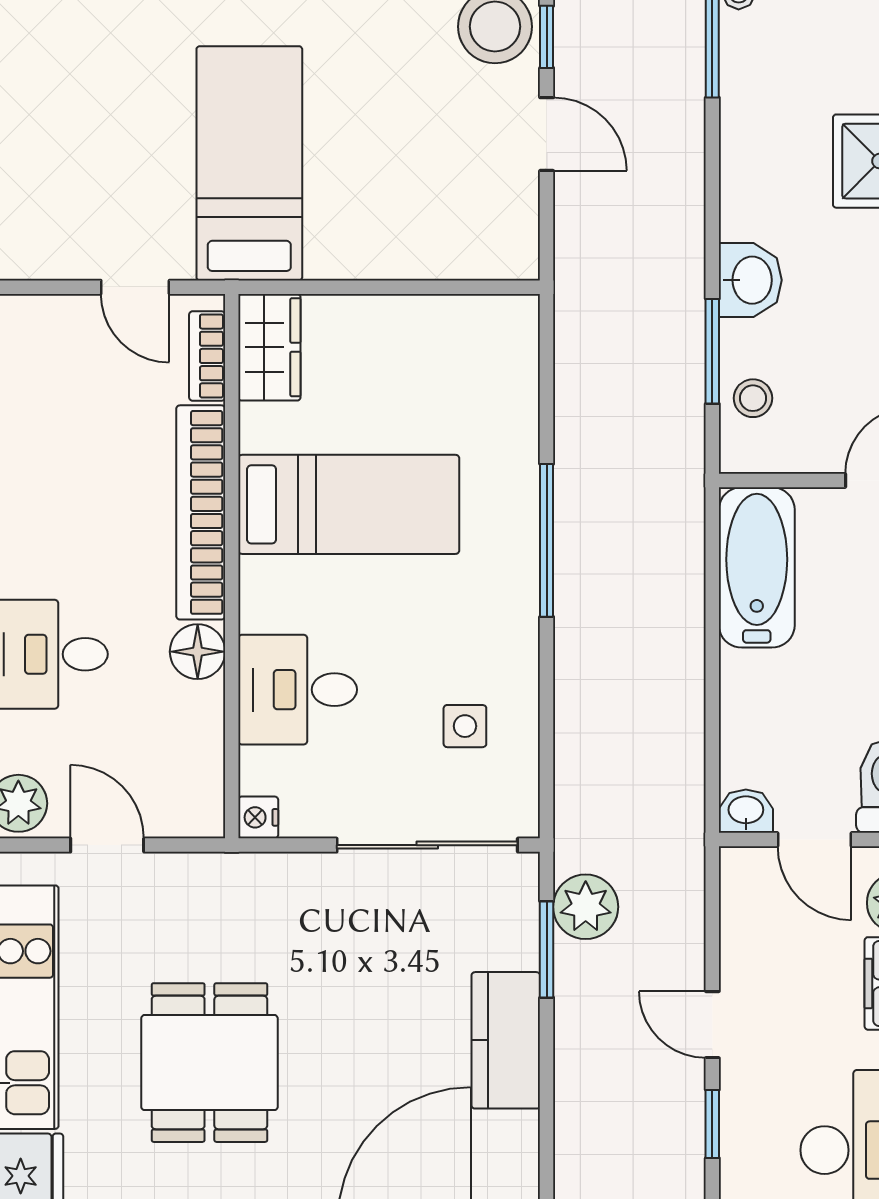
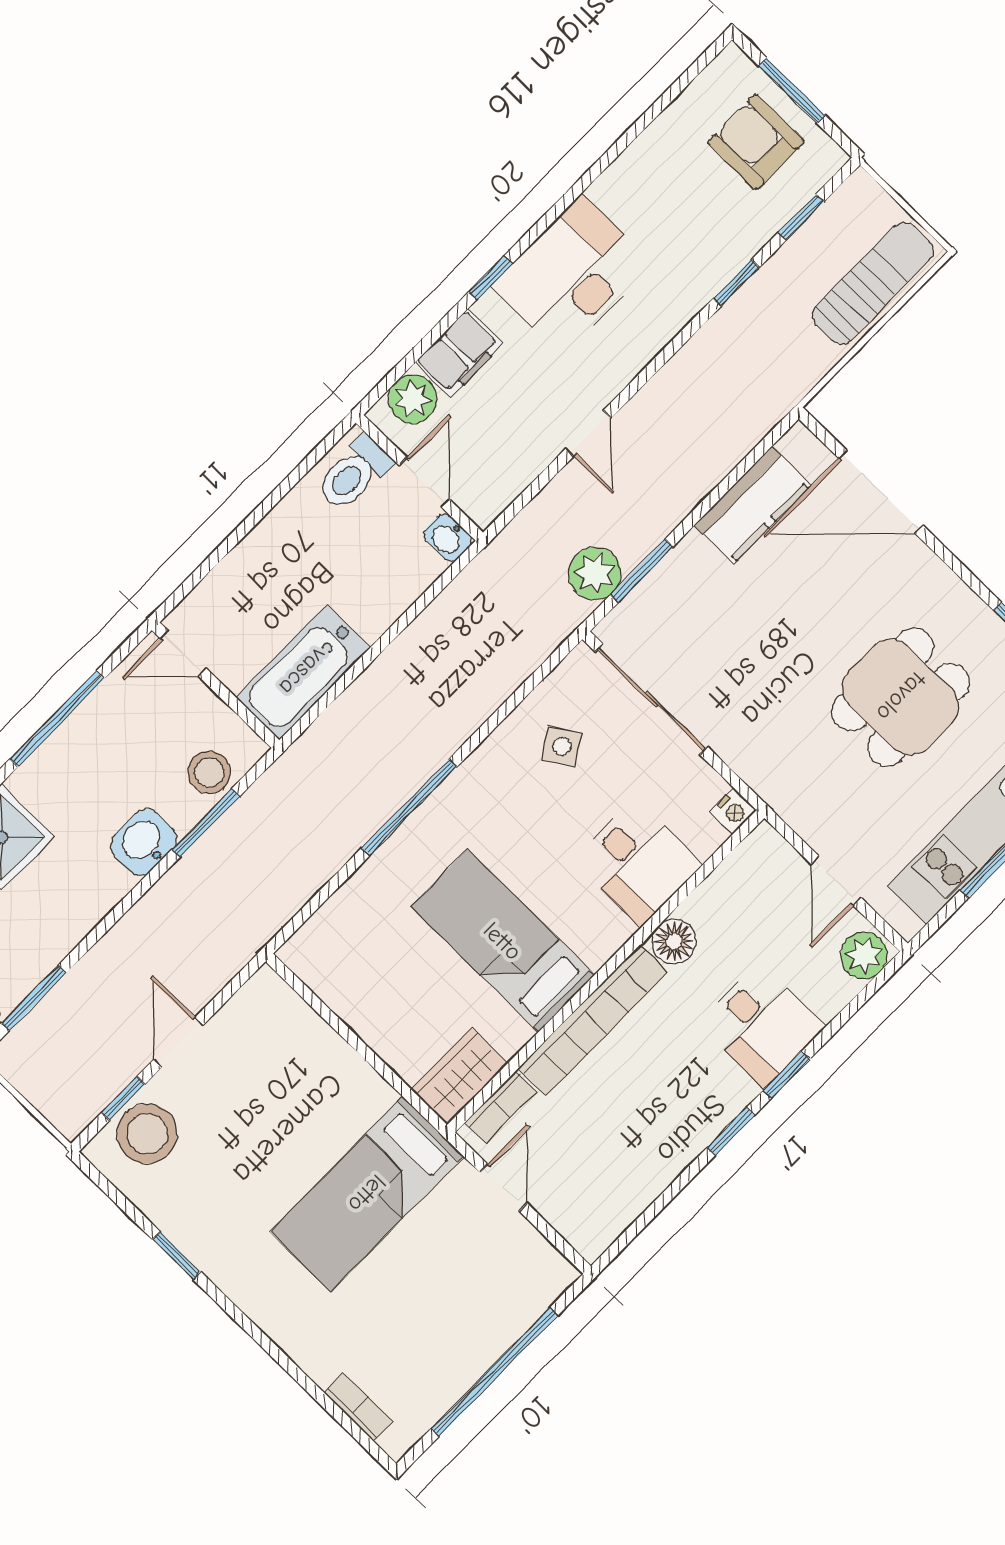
stool: (753, 398) -> (209, 772), width x1.37, depth x1.37
side table: (465, 726) -> (562, 746), turned -33
kitchen counter: (506, 1040) -> (753, 505), moved
window: (712, 1124) -> (645, 376), removed

